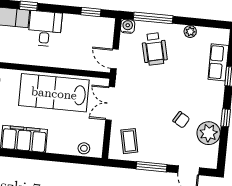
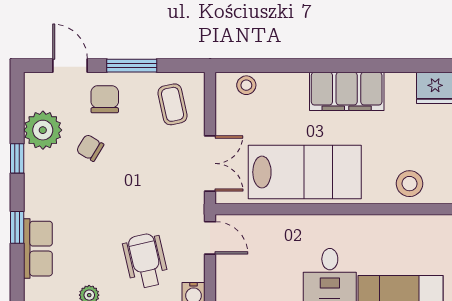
chair: (170, 148) -> (105, 99), added

